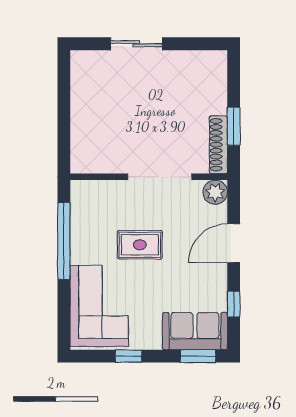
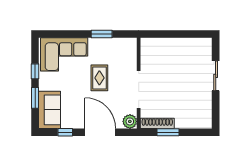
window: (64, 241) -> (102, 34), width x0.47
door: (234, 243) -> (100, 132), width x1.36
window: (198, 356) -> (35, 98), moved

